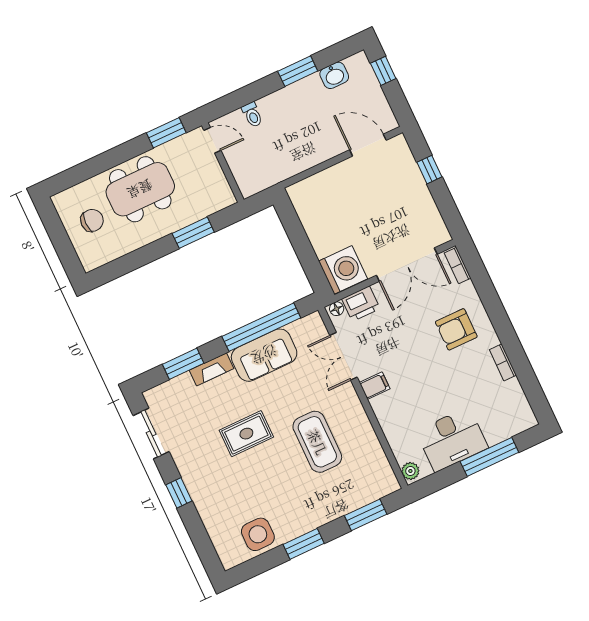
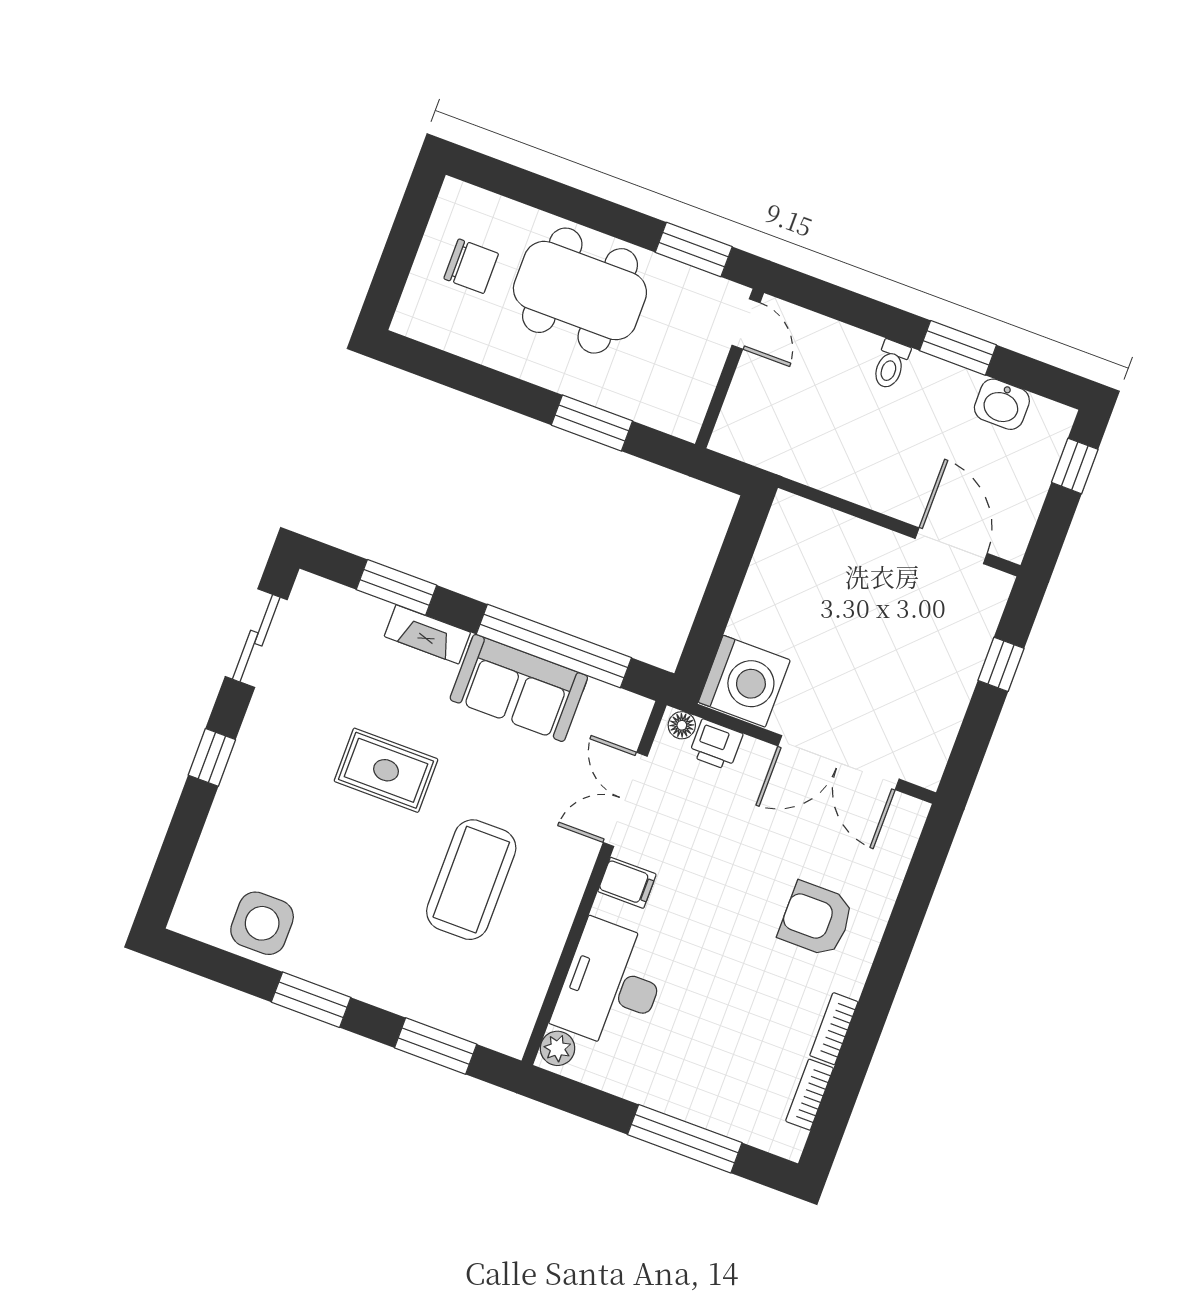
toilet: (252, 115) -> (891, 365), moved
bookcase: (458, 265) -> (810, 1095), moved
printer: (361, 304) -> (716, 745), width x0.73, depth x0.81
desk: (452, 439) -> (611, 985), moved, turned 90

